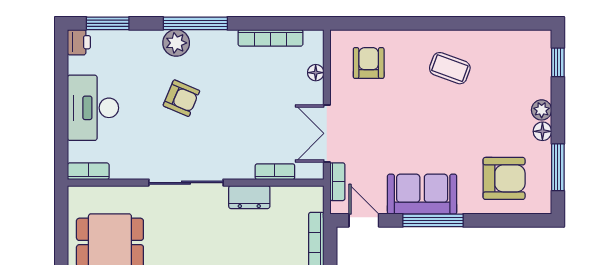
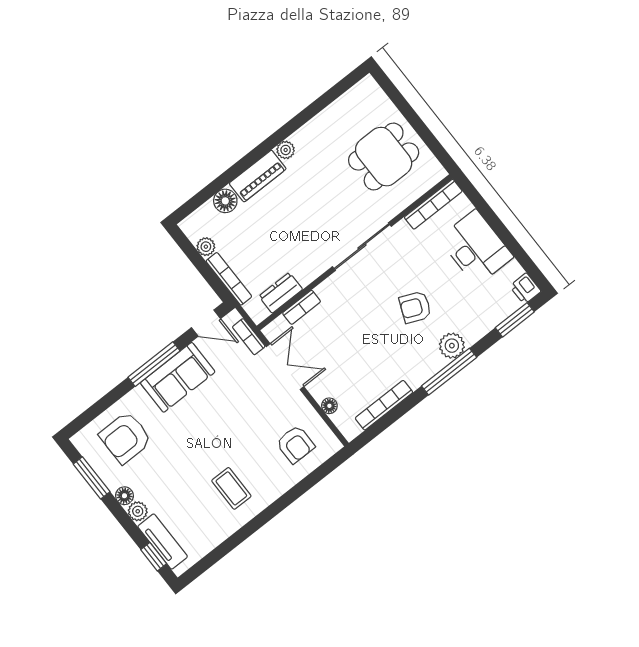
coffee table: (450, 68) -> (231, 488), turned 70
tv unit: (541, 69) -> (163, 542), added
bookcase: (88, 171) -> (433, 204), width x1.56
dresser: (249, 197) -> (281, 293), moved

